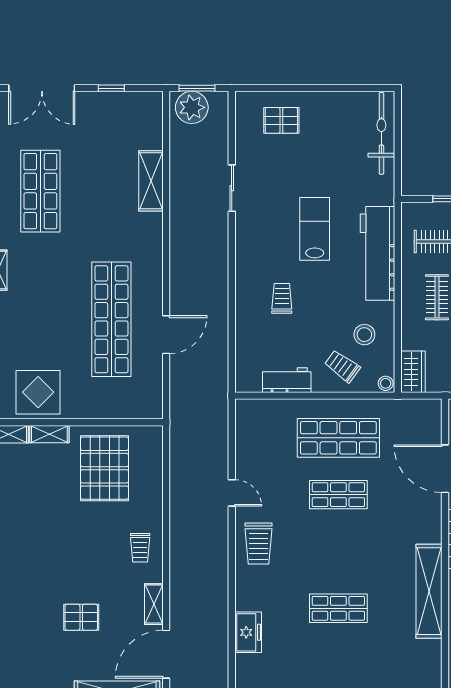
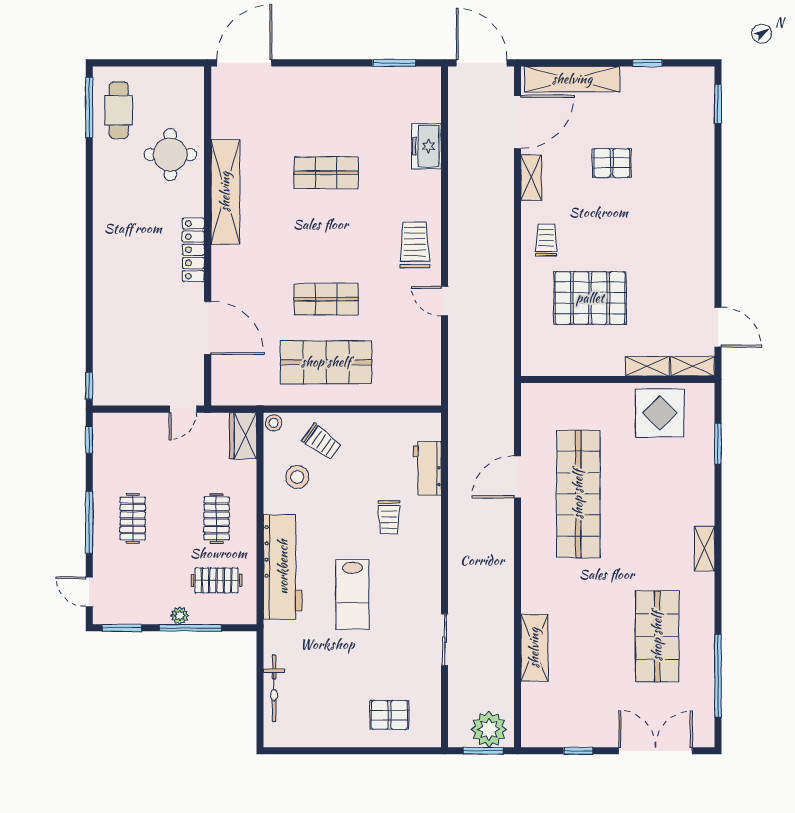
bicycle: (381, 133) -> (274, 688), width x0.73, depth x0.71
workbench: (287, 380) -> (427, 468), moved, turned 90
pallet: (104, 468) -> (590, 298), moved, turned 90

